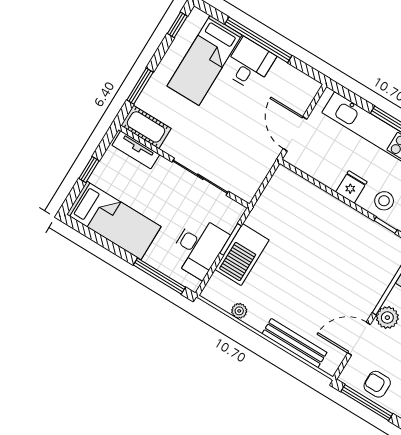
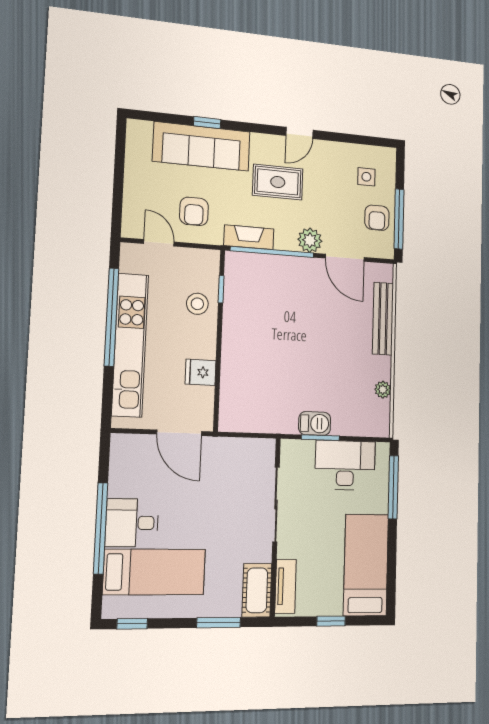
door: (295, 134) -> (179, 433), hinge flipped
fridge: (351, 187) -> (201, 372), moved
barbecue: (242, 255) -> (315, 423), width x0.53, depth x0.65

